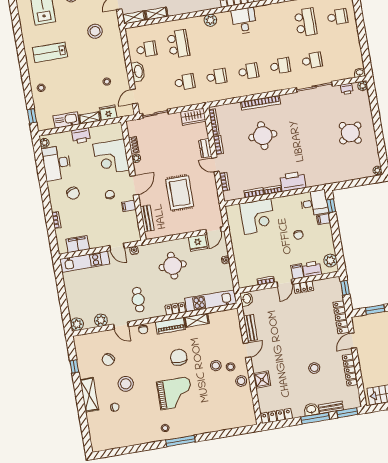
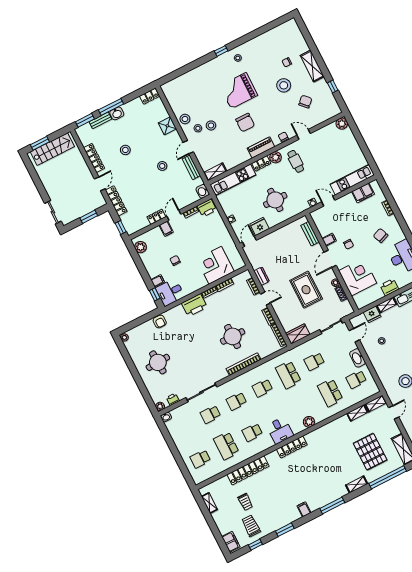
school desk: (274, 28) -> (252, 432), added
school desk: (217, 77) -> (288, 375), width x1.85
round table: (350, 133) -> (158, 362), turned 34
dresser: (205, 148) -> (262, 276), moved
armchair: (335, 176) -> (160, 321), added
rug: (180, 193) -> (306, 290), moved
printer: (312, 269) -> (207, 208), moved
plant: (101, 320) -> (276, 157), moved
shelving: (197, 320) -> (215, 172), moved
stool: (281, 339) -> (162, 166), added
locker: (276, 416) -> (149, 96), width x0.66
window: (180, 441) -> (221, 51), width x0.46

